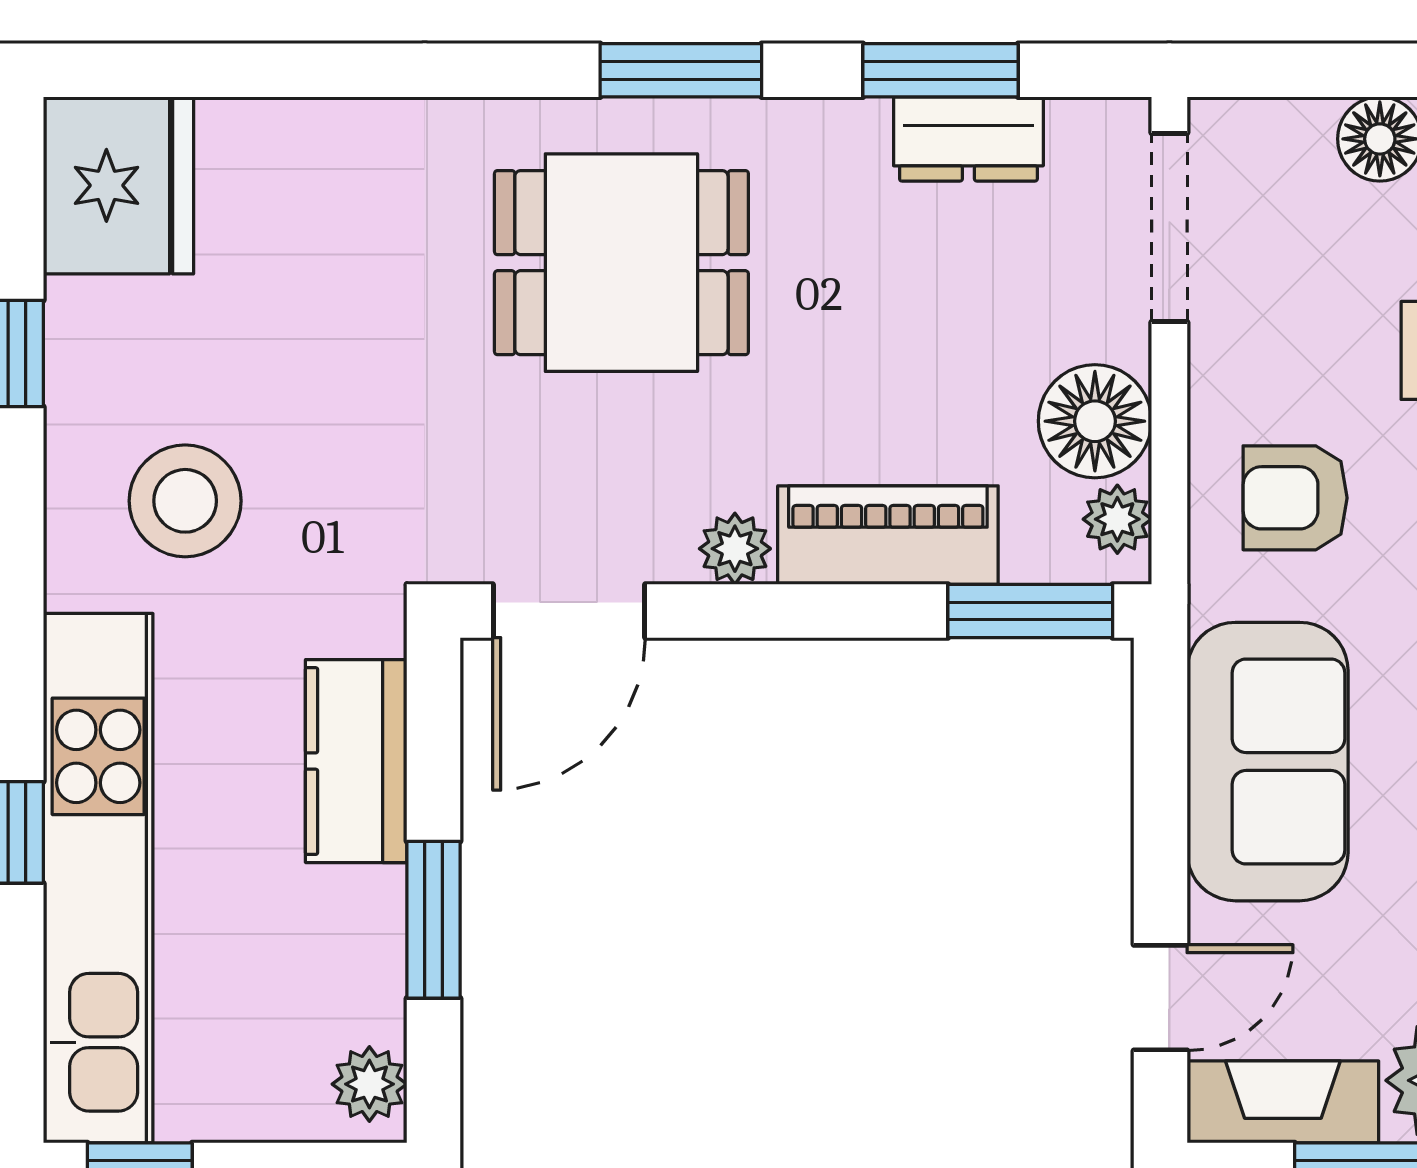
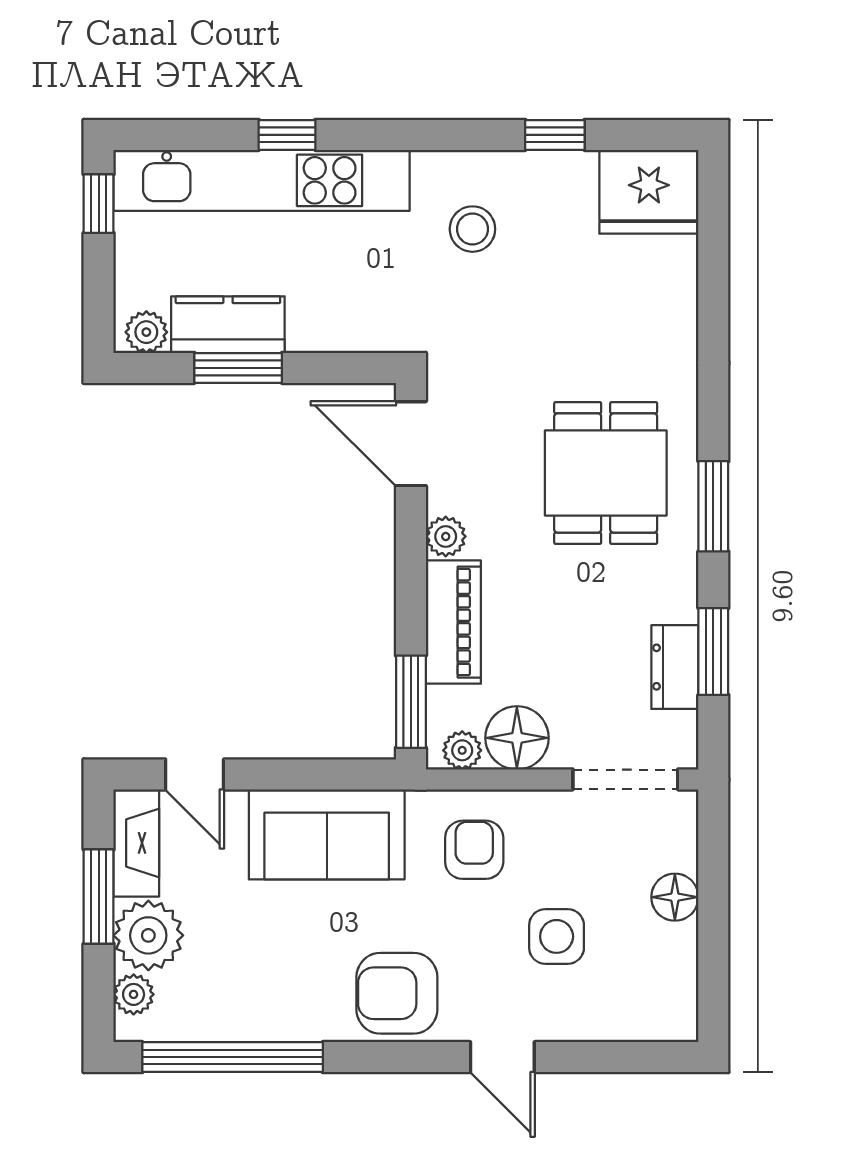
stool: (185, 501) -> (472, 229), width x0.73, depth x0.73
kitchen counter: (356, 761) -> (228, 325), moved

